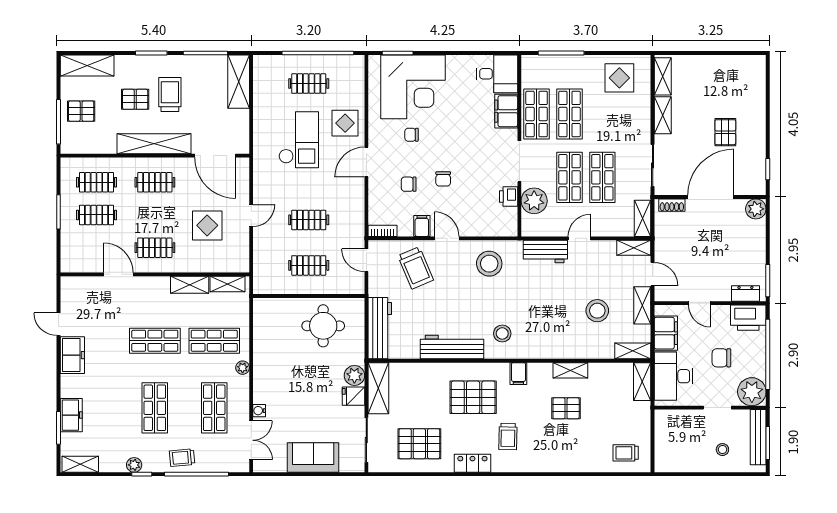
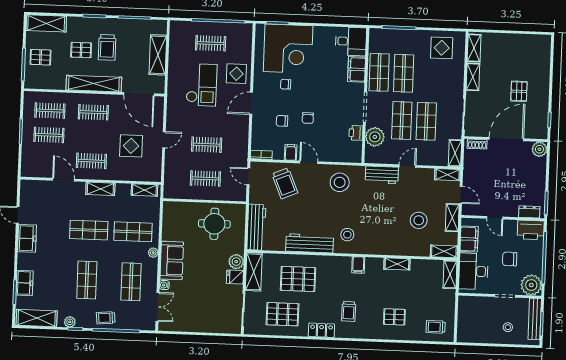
shelving: (239, 82) -> (158, 55), moved
trolley: (170, 95) -> (107, 47), turned 180
shelving: (190, 285) -> (100, 189), moved
pallet: (473, 397) -> (298, 279), moved
pallet: (566, 408) -> (394, 317), moved
sofa: (313, 458) -> (172, 260), moved, turned 90
shelving: (80, 464) -> (37, 318), width x1.50, depth x1.33

